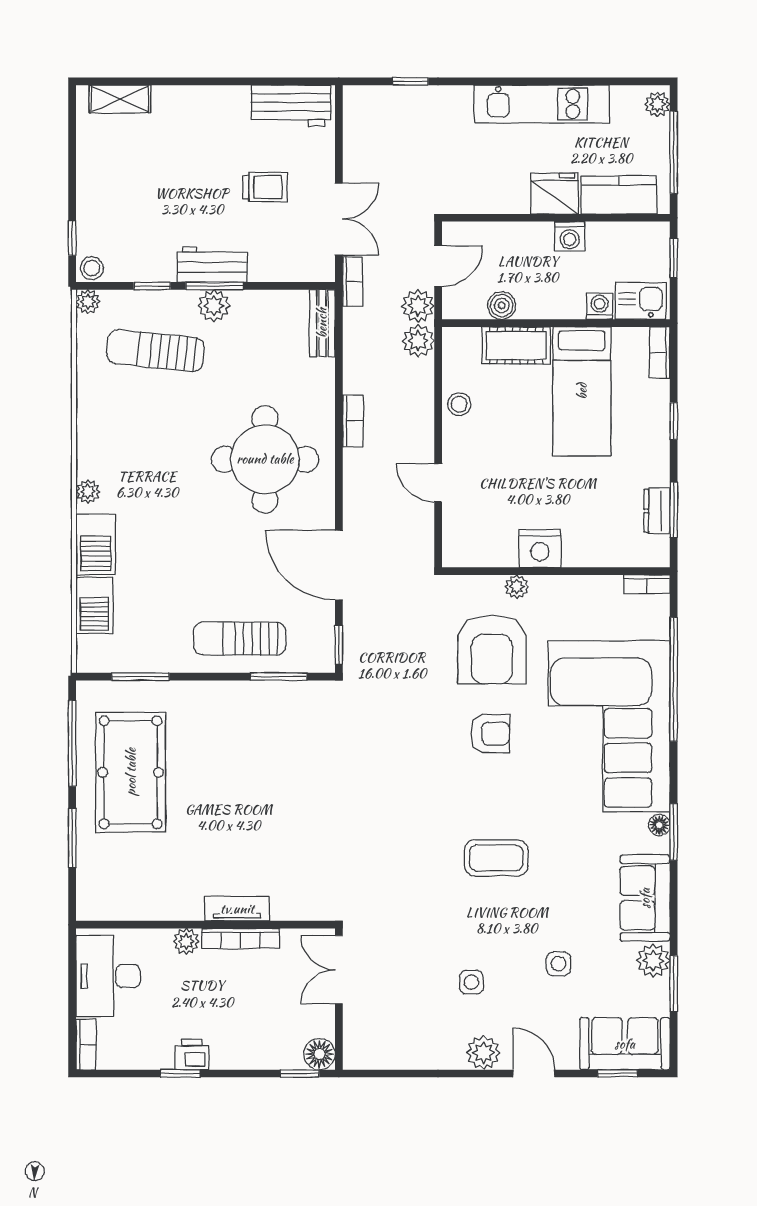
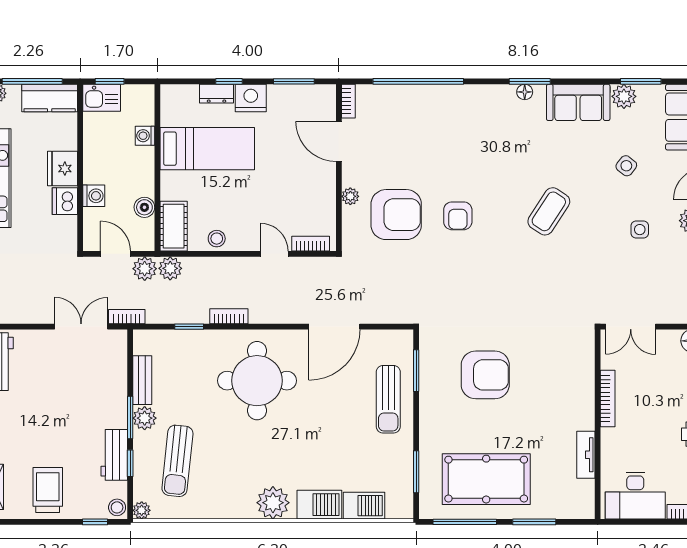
trolley: (265, 187) -> (48, 490), moved, width x1.36, depth x1.39
kitchen counter: (619, 195) -> (50, 98), moved, turned -90
dishwasher: (510, 197) -> (65, 201), added
washing machine: (570, 236) -> (94, 196), moved
workbench: (212, 264) -> (114, 455), moved
kitchen sink: (641, 301) -> (102, 98), moved, turned -90
bench: (322, 323) -> (142, 380), moved, turned 90
cot: (516, 345) -> (174, 226), moved
bookcase: (660, 353) -> (311, 244), moved, turned 180
door: (438, 483) -> (274, 254), swing flipped
plant: (88, 492) -> (273, 503), width x1.88, depth x1.88
dresser: (657, 511) -> (217, 94), moved
nightstand: (540, 549) -> (251, 98), moved, turned -90
door: (592, 571) -> (339, 141), added
window: (339, 645) -> (189, 327), moved
corner sofa: (609, 726) -> (452, 129), removed
armchair: (490, 734) -> (458, 216), turned 180
armchair: (273, 771) -> (485, 375), added
coffee table: (496, 858) -> (549, 211), turned 33
tv unit: (237, 909) -> (586, 455), moved
plant: (186, 941) -> (610, 438), removed
side table: (559, 964) -> (626, 166), turned 38

